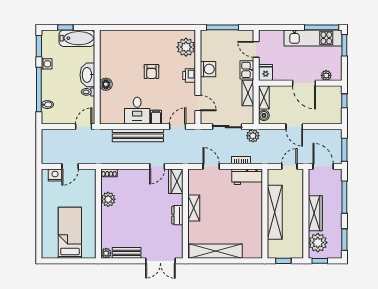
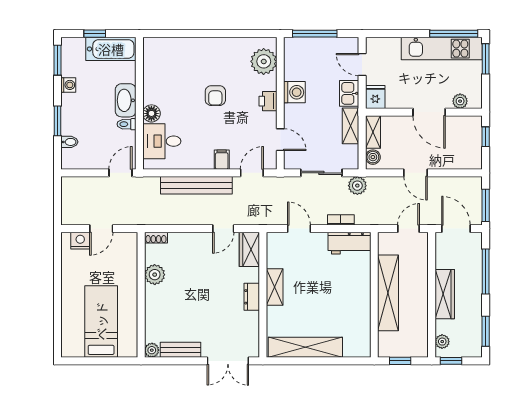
window: (39, 90) -> (57, 121), width x0.47
desk: (137, 111) -> (162, 141), moved, turned 90
plant: (318, 243) -> (442, 342), width x0.53, depth x0.53

